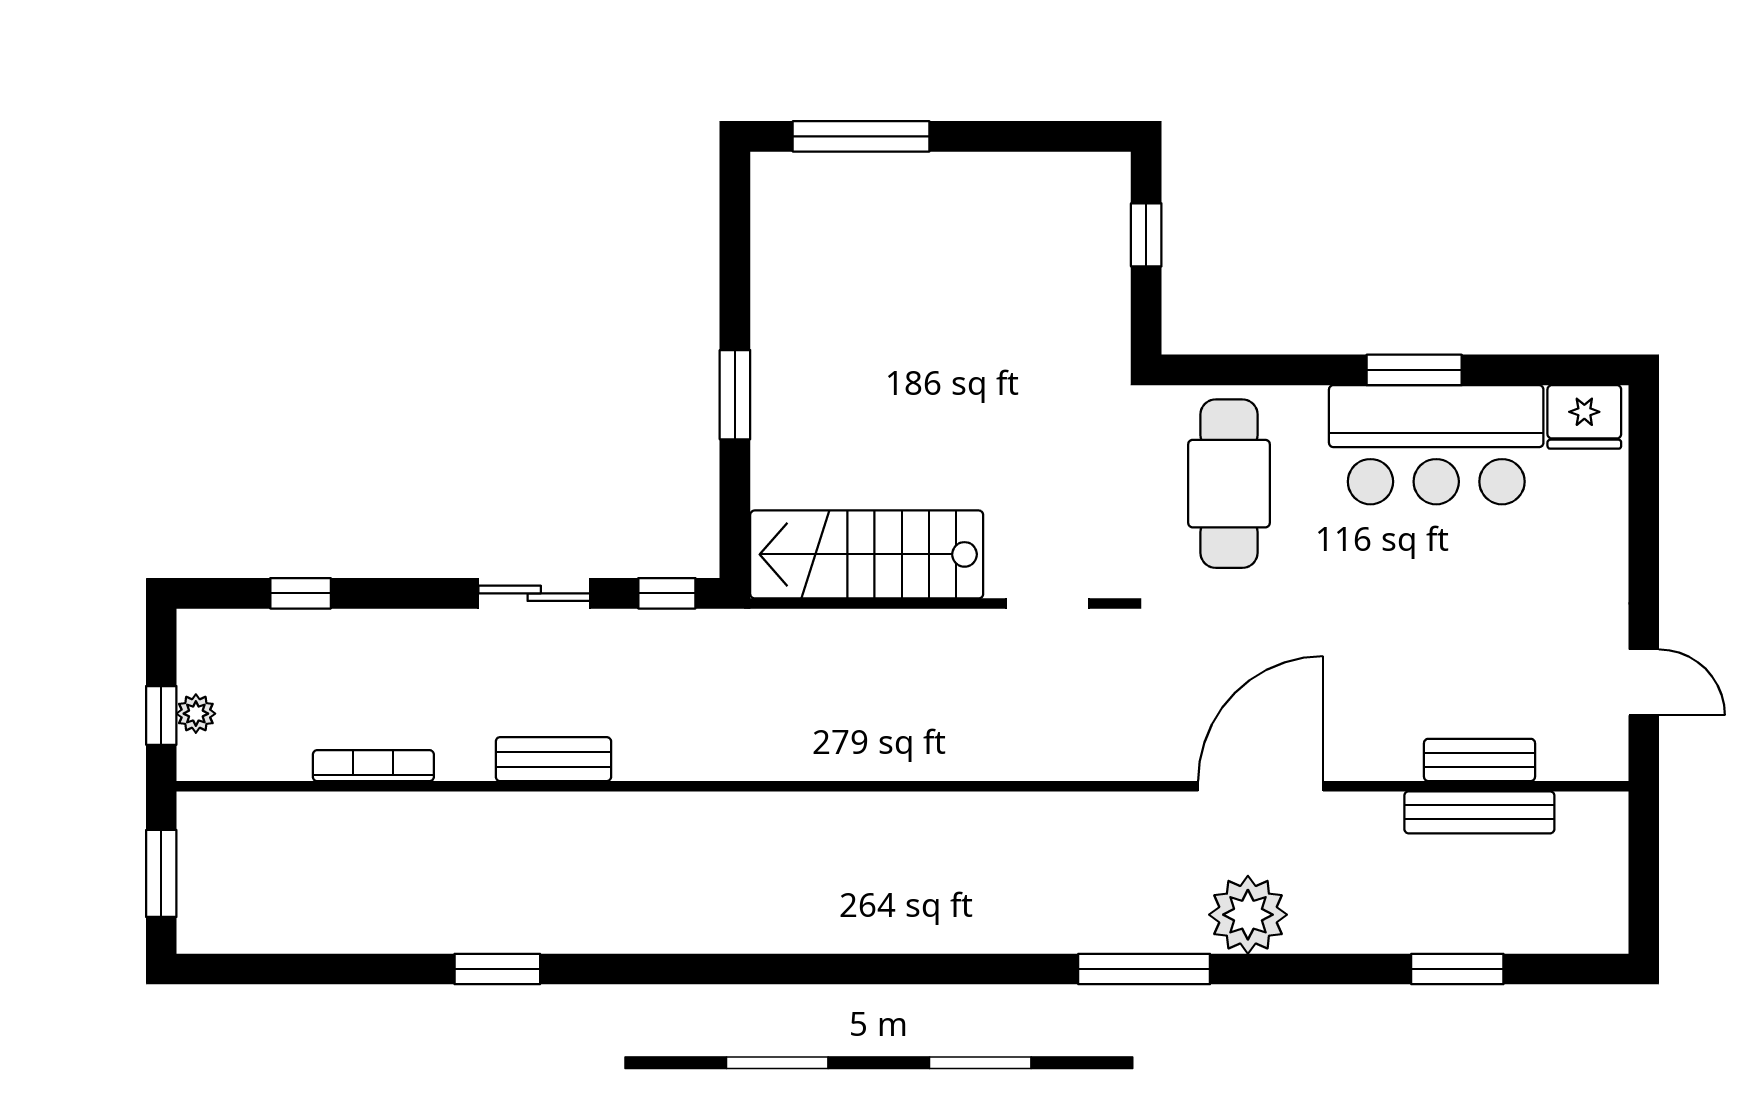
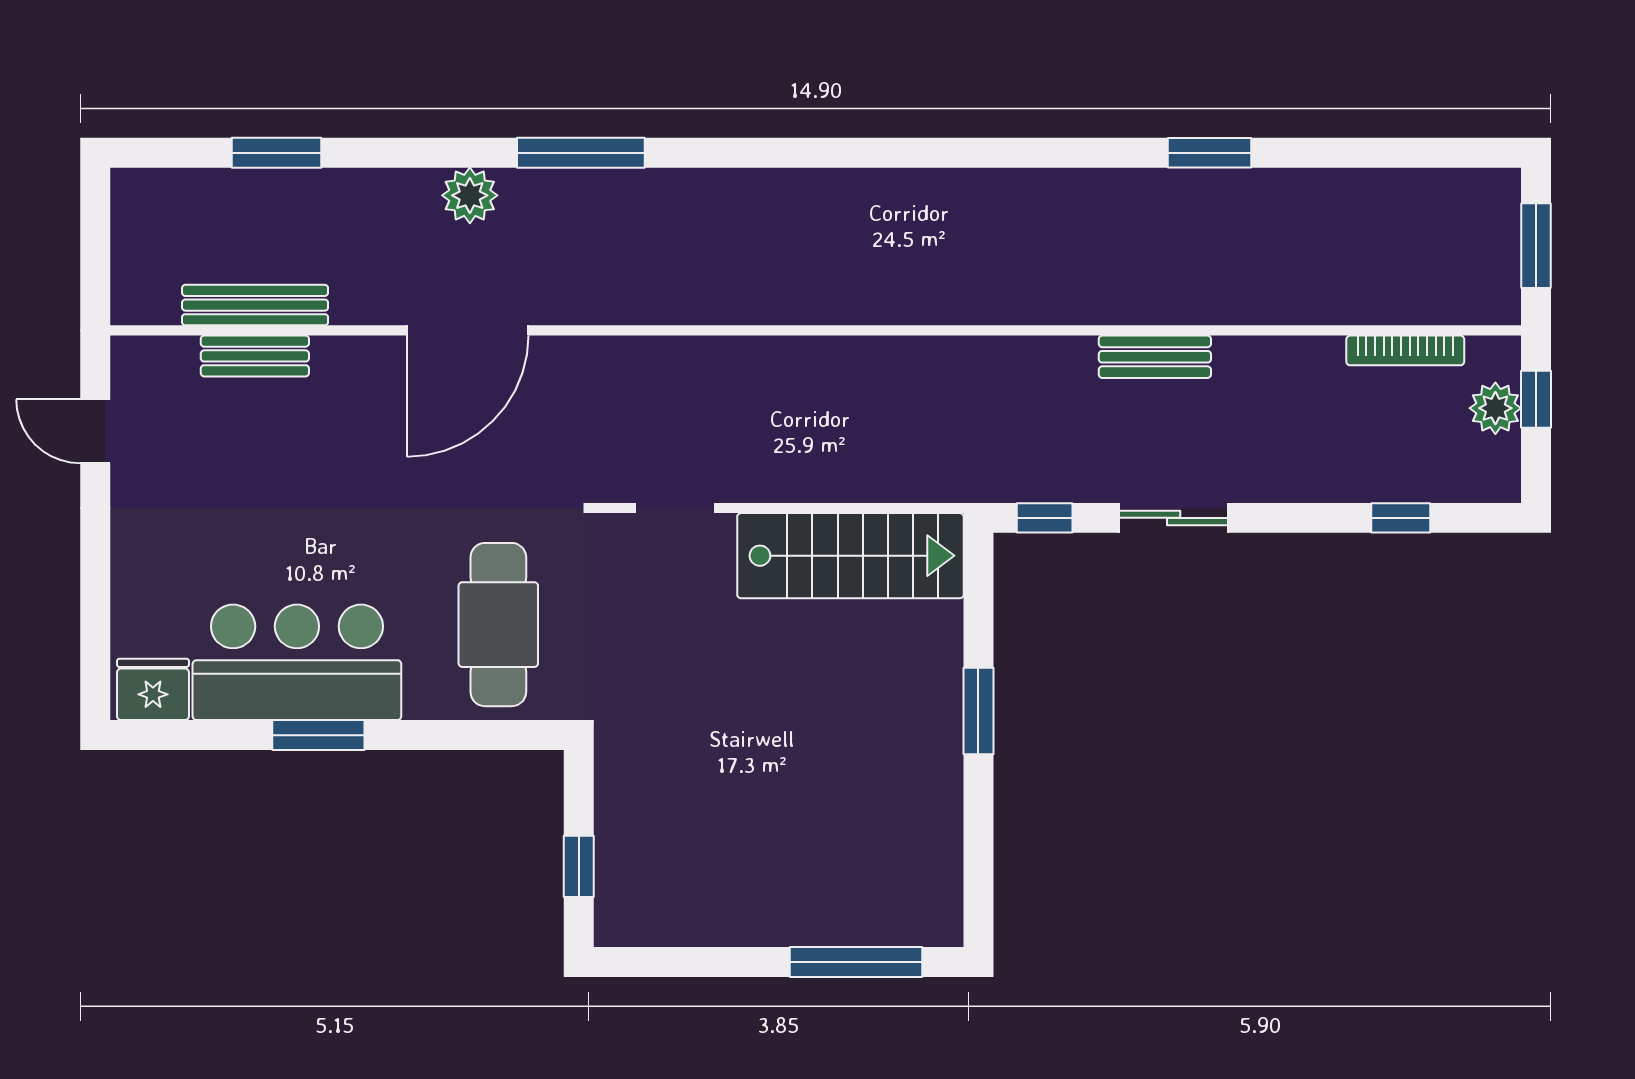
plant: (196, 714) -> (1495, 408), width x1.38, depth x1.38
bookcase: (373, 766) -> (1405, 350), moved
plant: (1248, 915) -> (470, 195), width x0.73, depth x0.73

